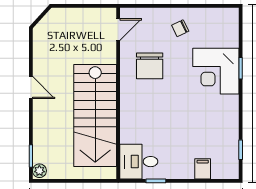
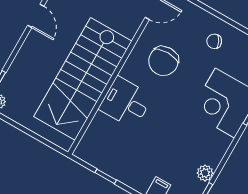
plant: (231, 134) -> (205, 173), added
desk: (139, 162) -> (126, 103), moved

